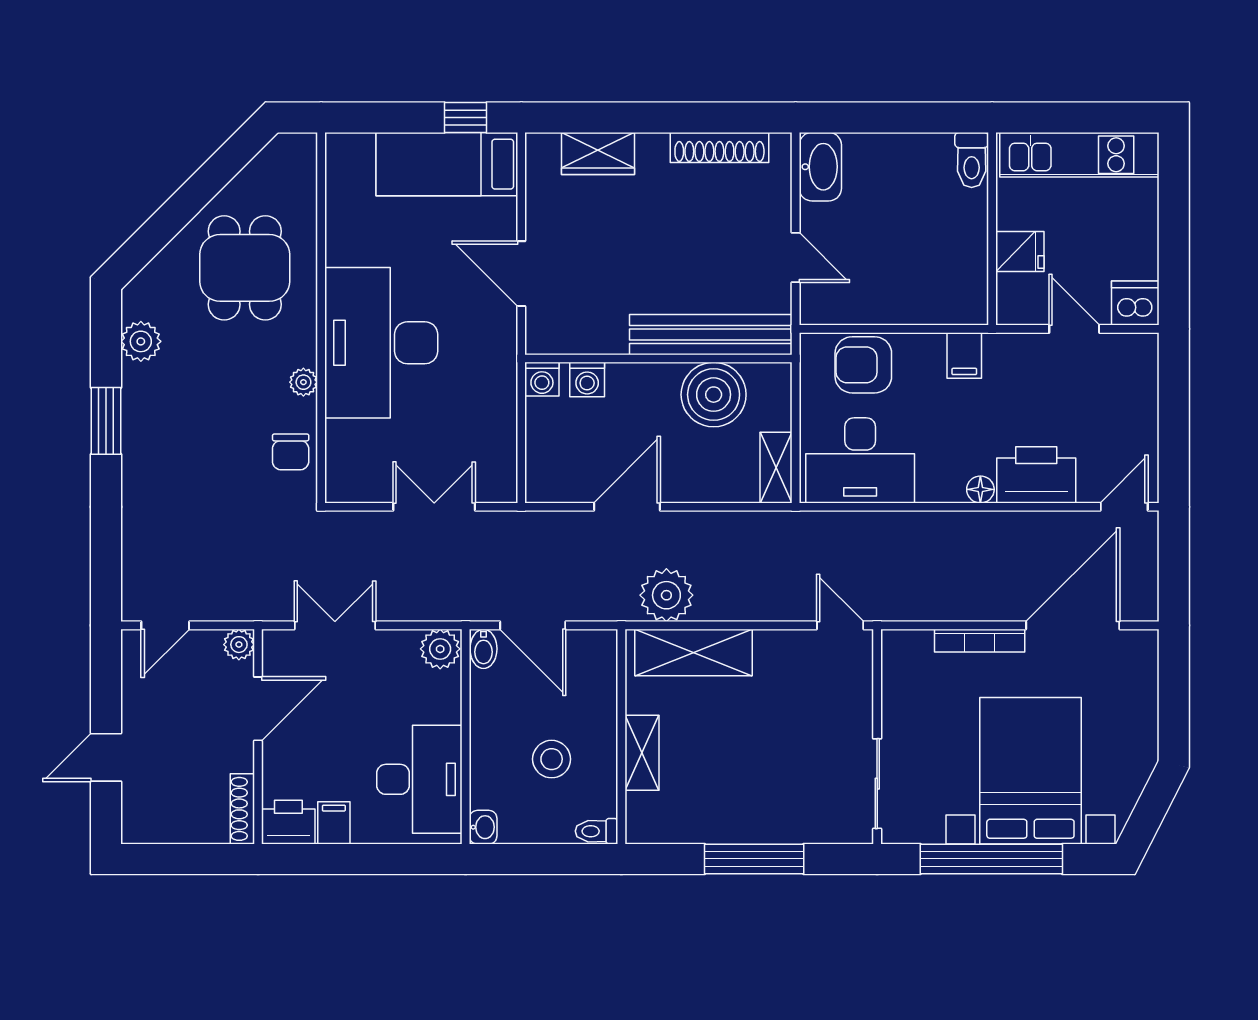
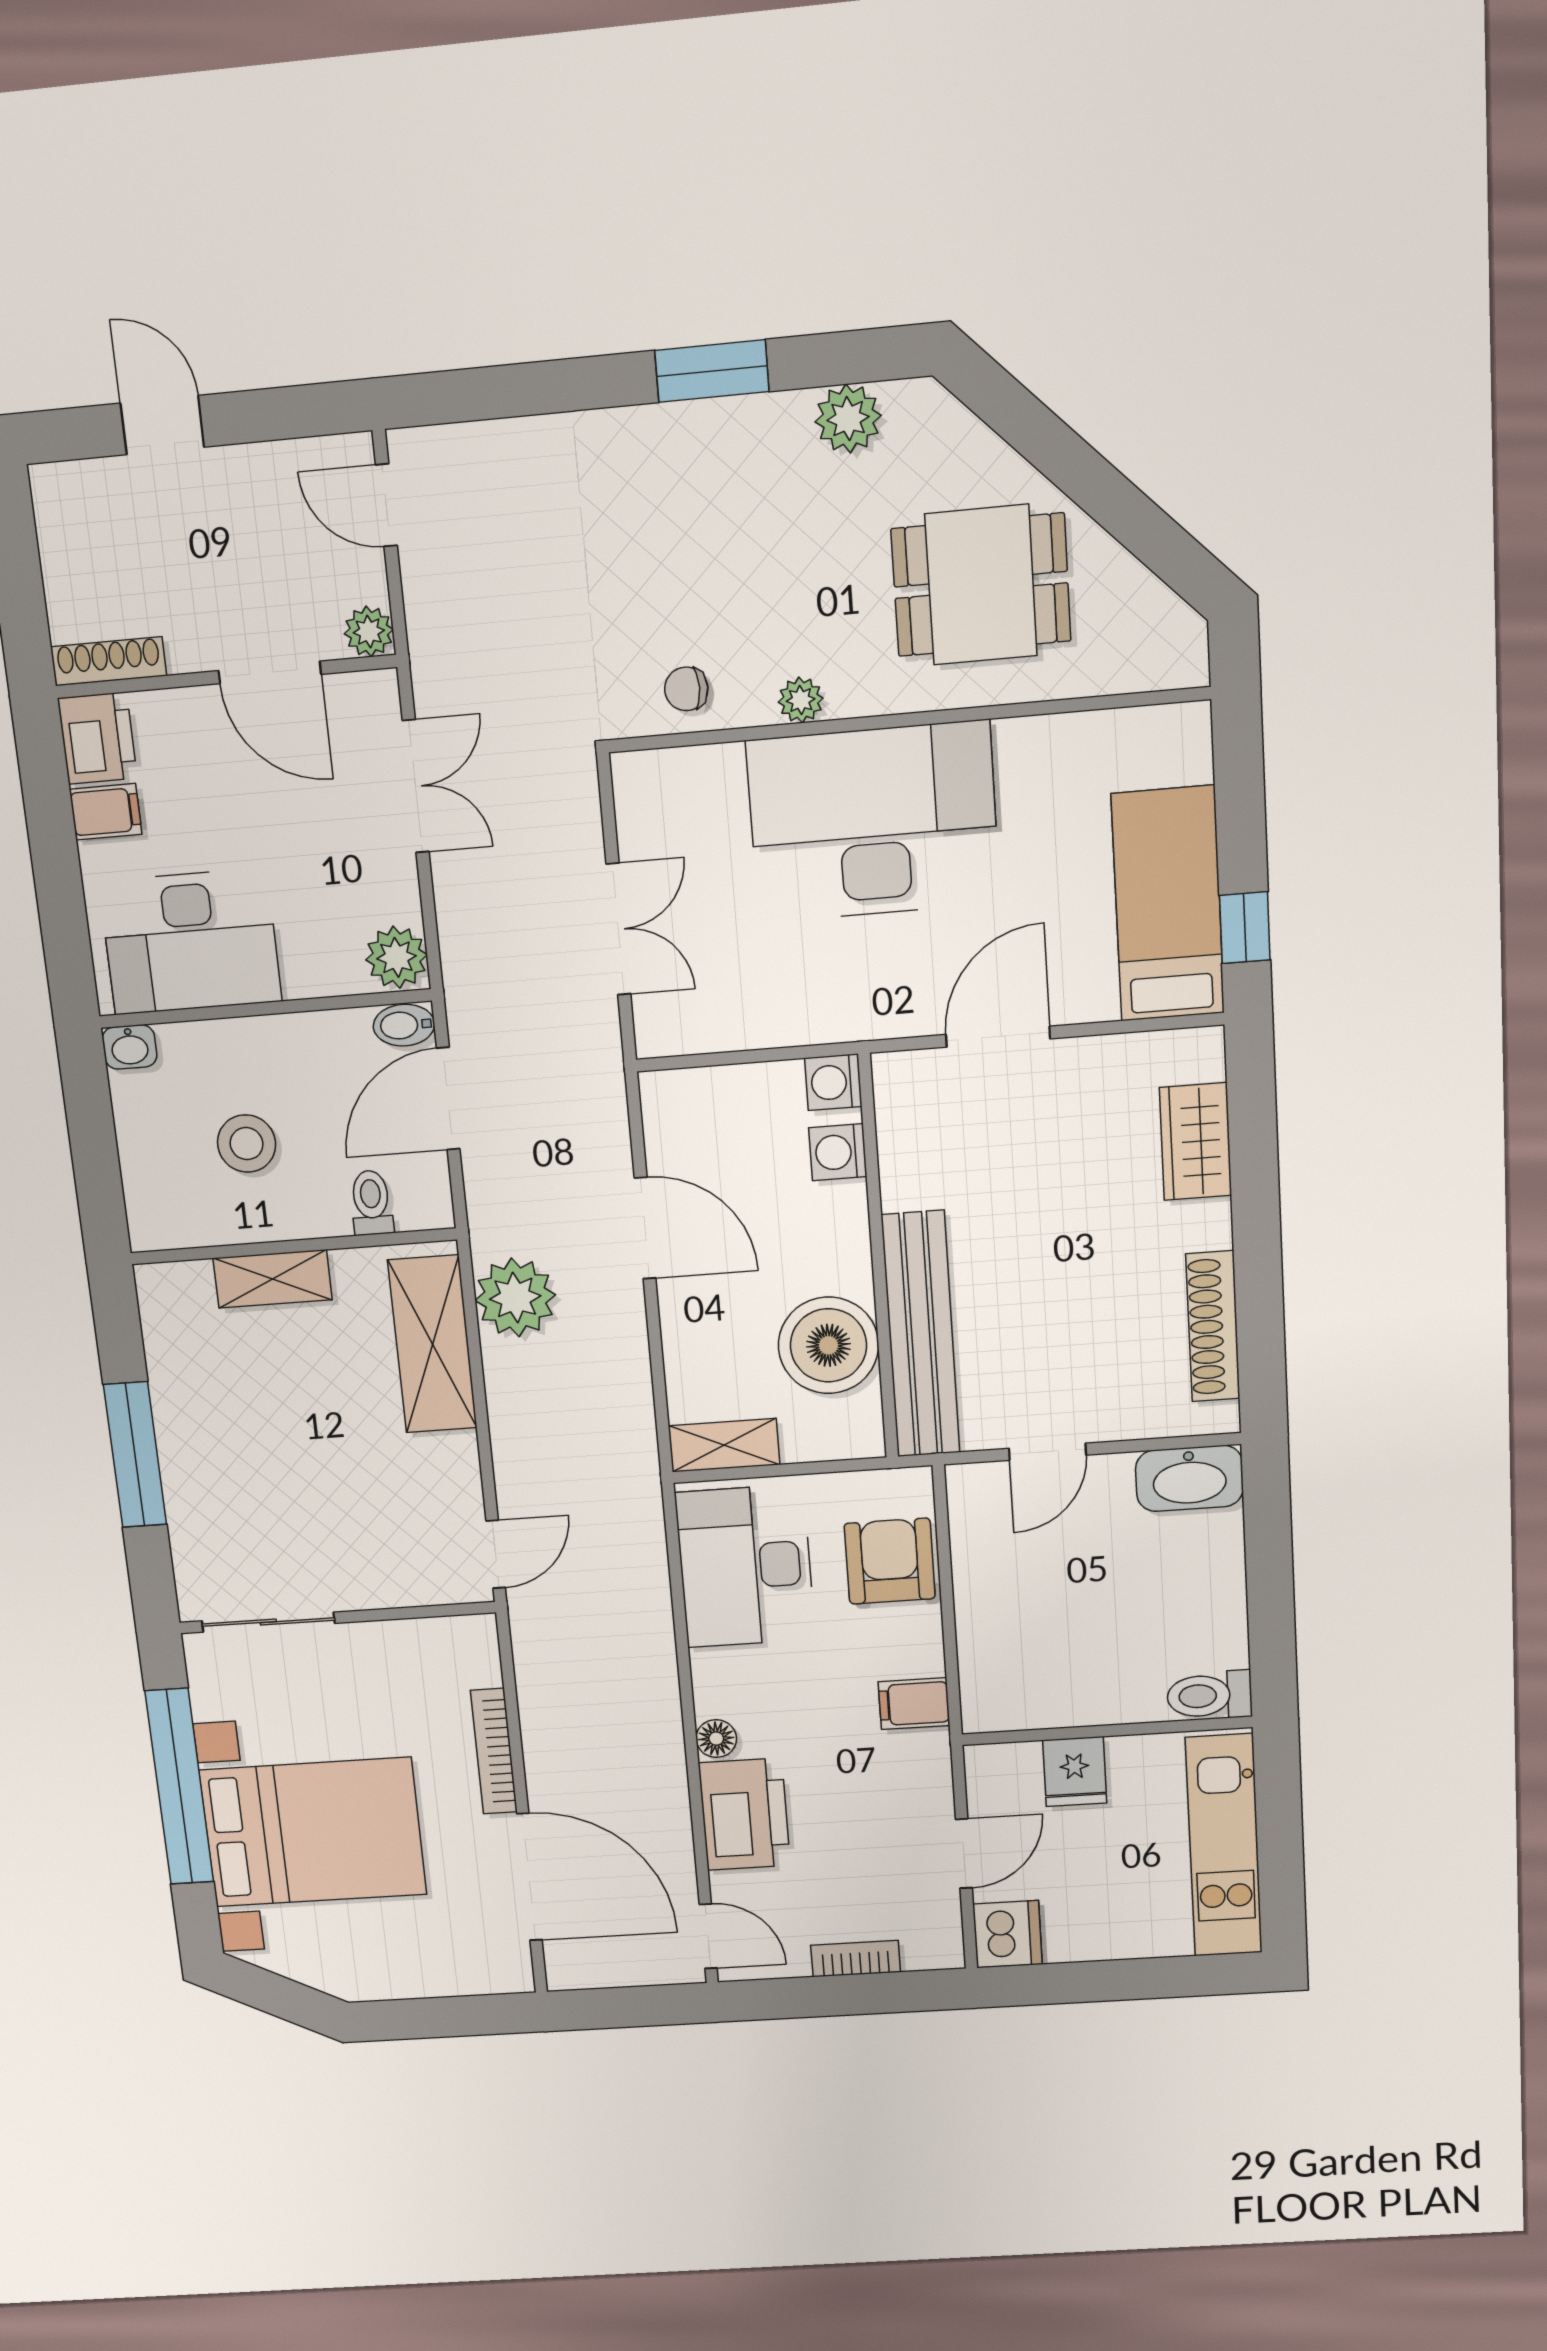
bookcase: (1147, 407) -> (856, 1959), added
chair: (291, 452) -> (686, 689), width x0.73, depth x0.73
toilet: (597, 831) -> (371, 1203), moved

